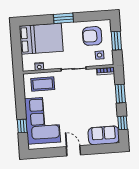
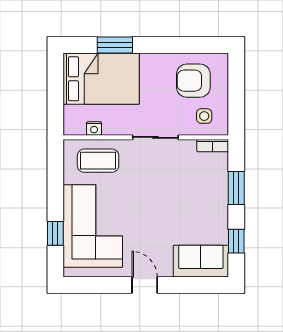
window: (63, 18) -> (115, 45), moved
window: (116, 41) -> (236, 92), removed

